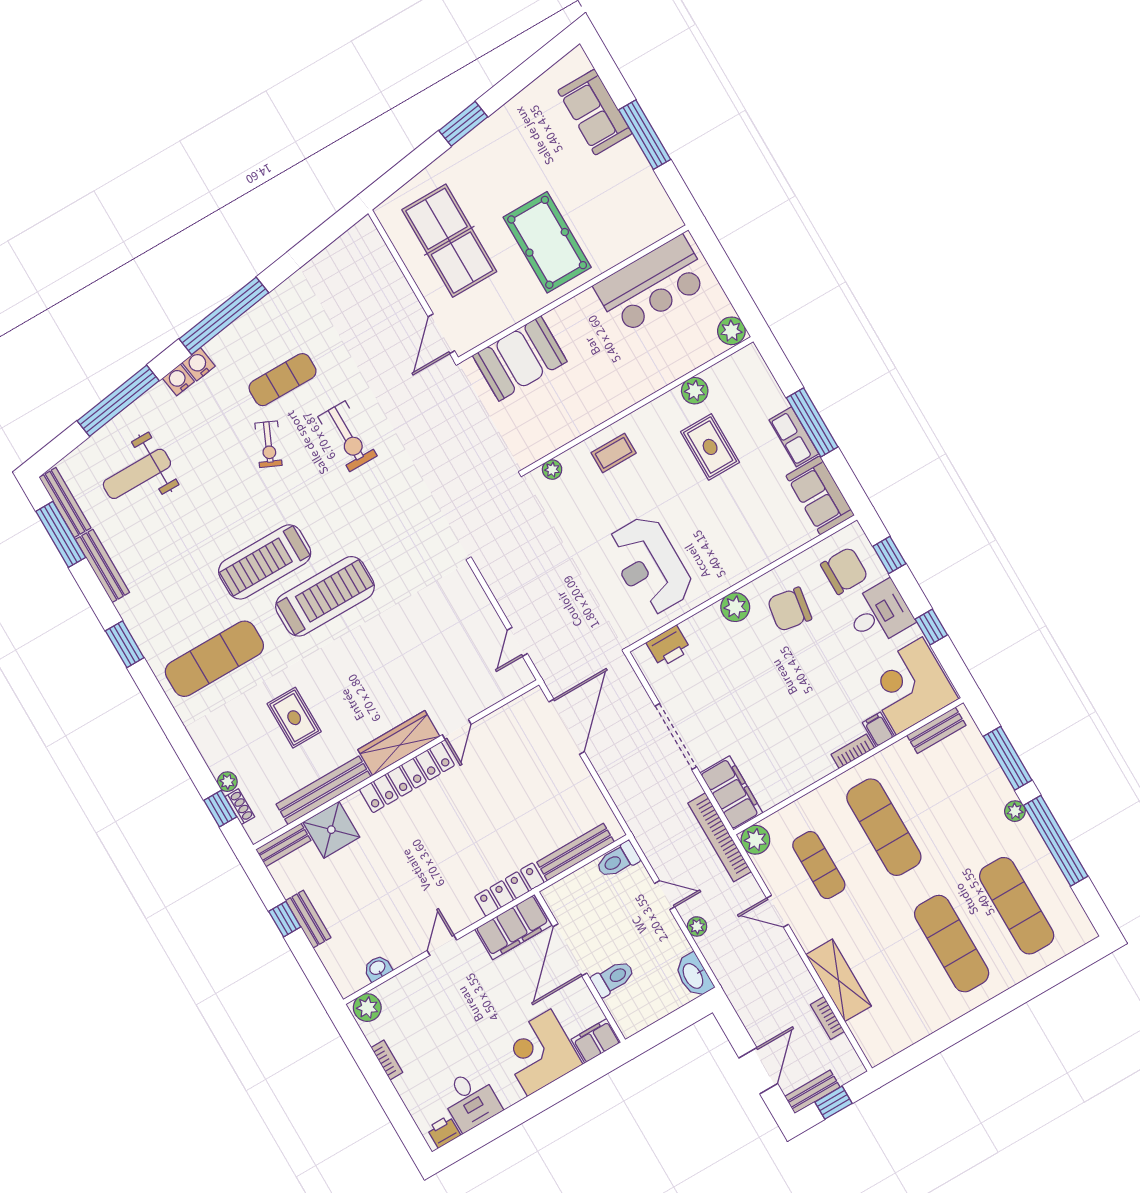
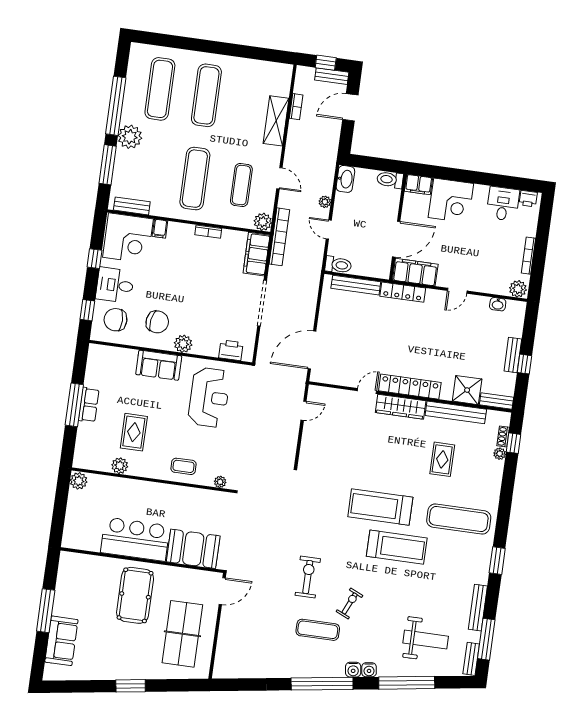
bar counter: (652, 285) -> (135, 539), moved
sofa: (820, 495) -> (159, 365), moved, turned 90
bench: (65, 503) -> (471, 659), width x0.73
bookcase: (853, 751) -> (208, 232), moved
plant: (1015, 811) -> (130, 137), width x1.87, depth x1.87
toilet: (613, 978) -> (390, 180), moved
bookcase: (387, 1060) -> (529, 256), width x1.56

